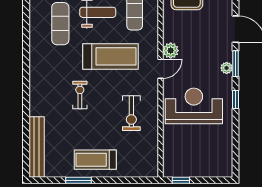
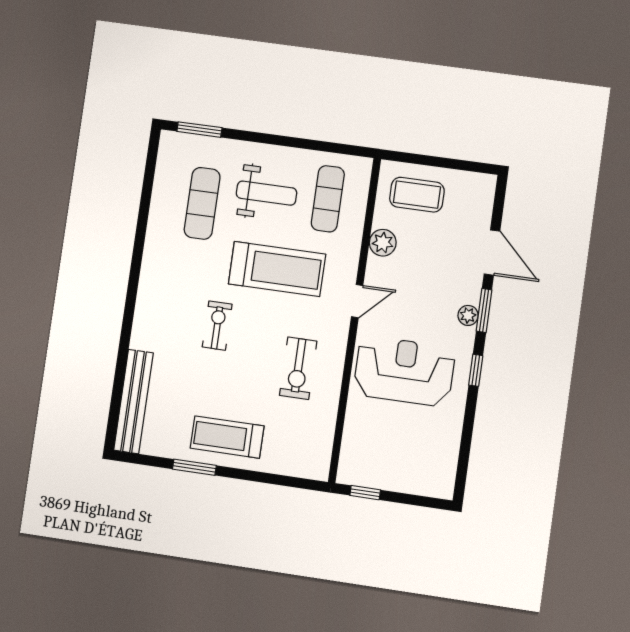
plant: (171, 51) -> (383, 243), moved

